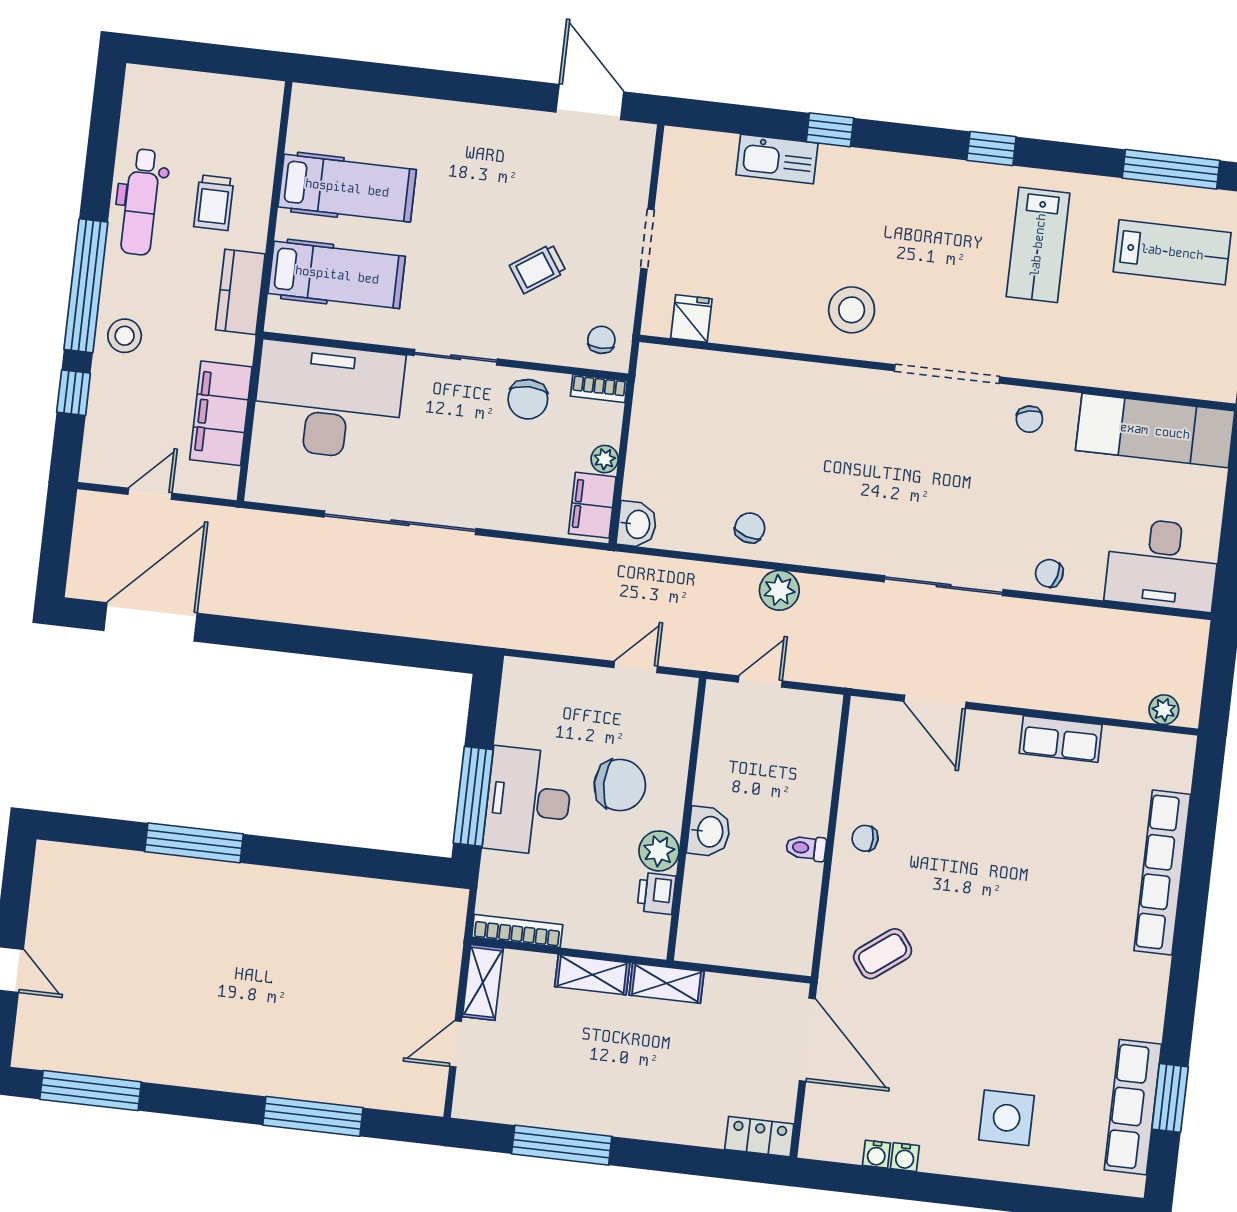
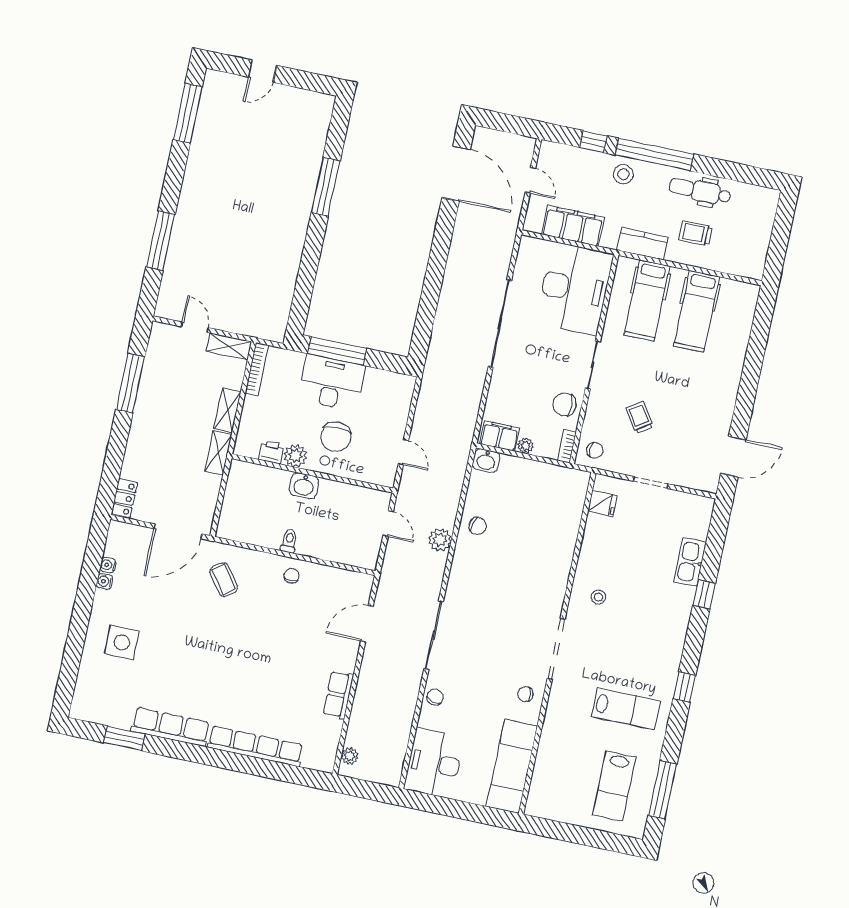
lab bench: (1038, 245) -> (626, 709), turned 180
stool: (852, 310) -> (599, 597), width x0.53, depth x0.53
row of seats: (1133, 1107) -> (170, 727), moved

